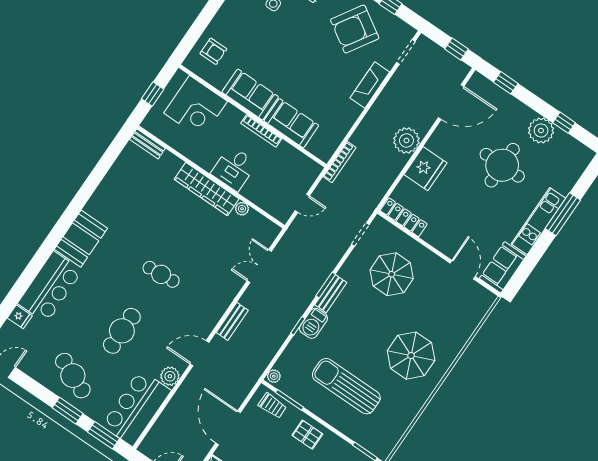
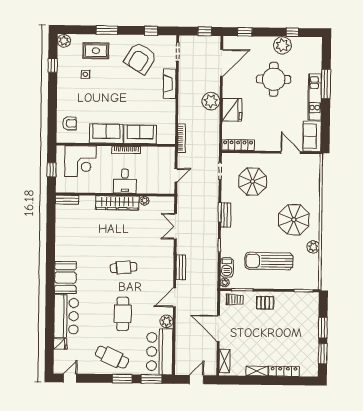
barbecue: (313, 323) -> (227, 267), moved
plant: (413, 405) -> (313, 247), added

